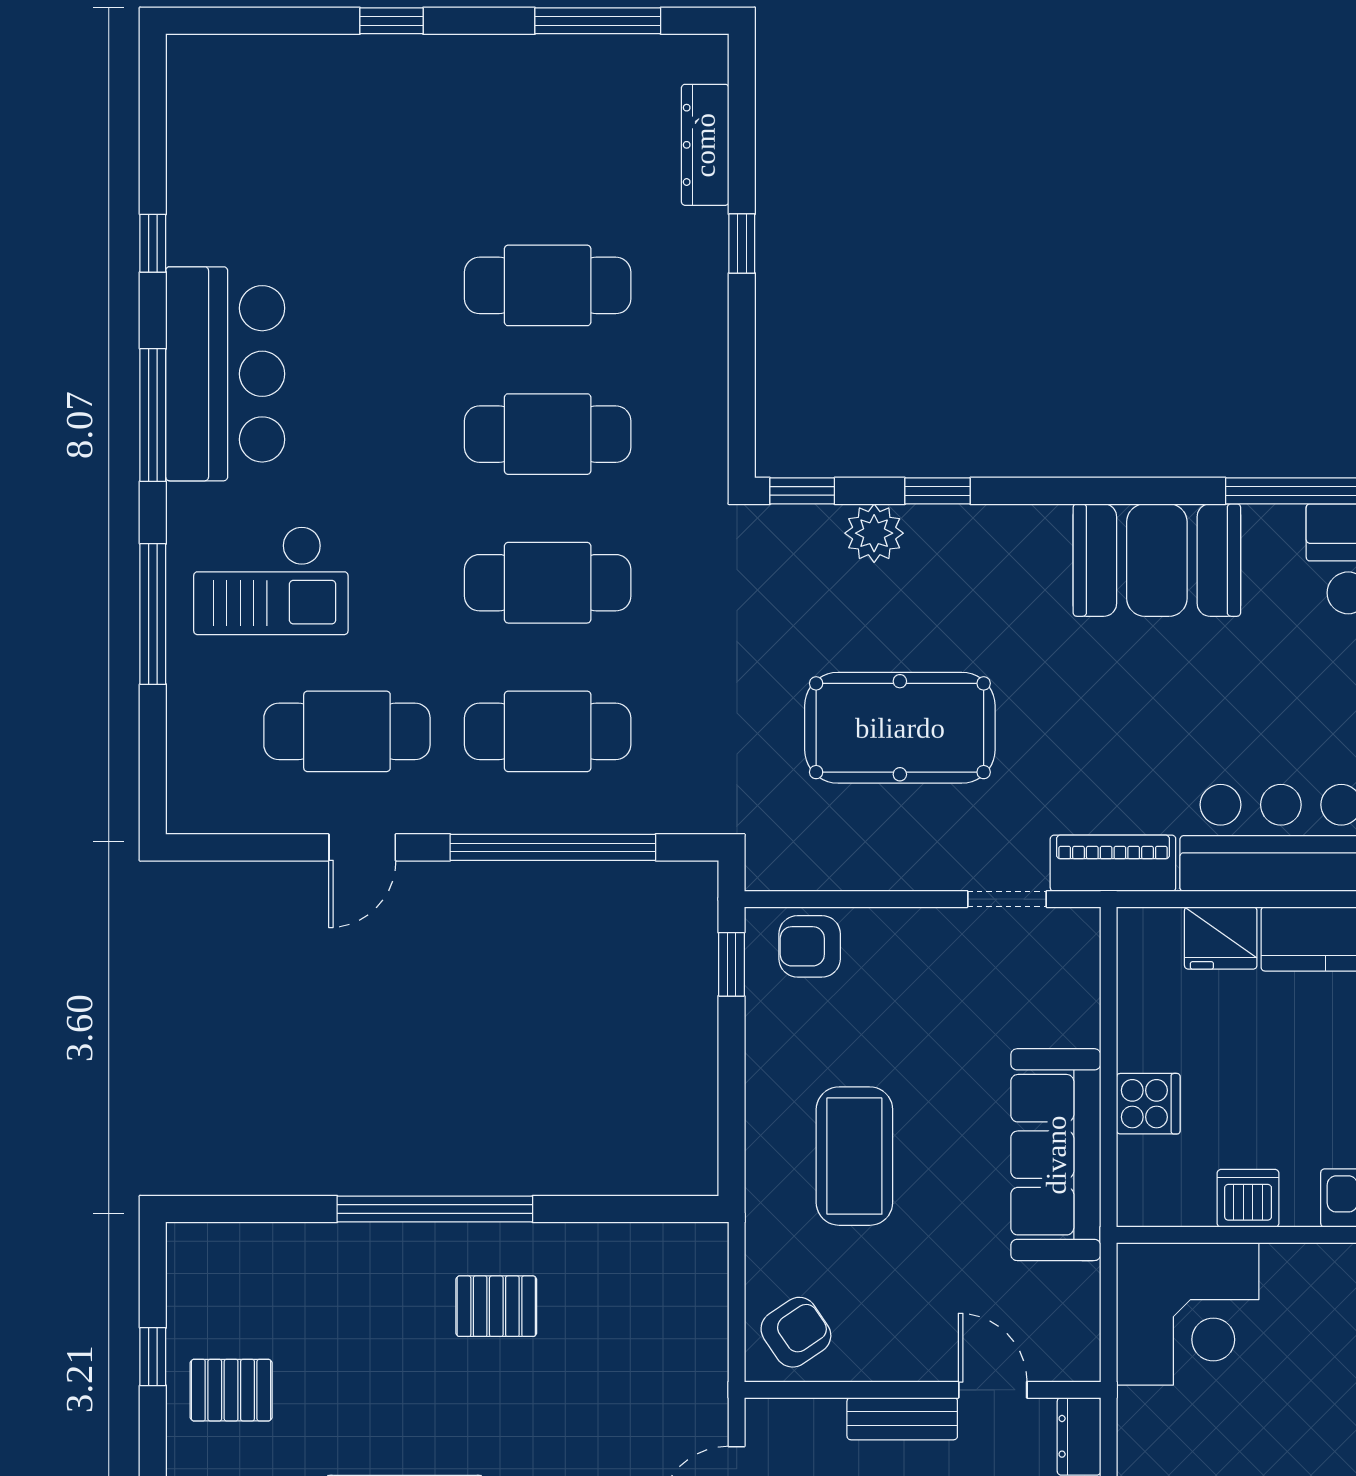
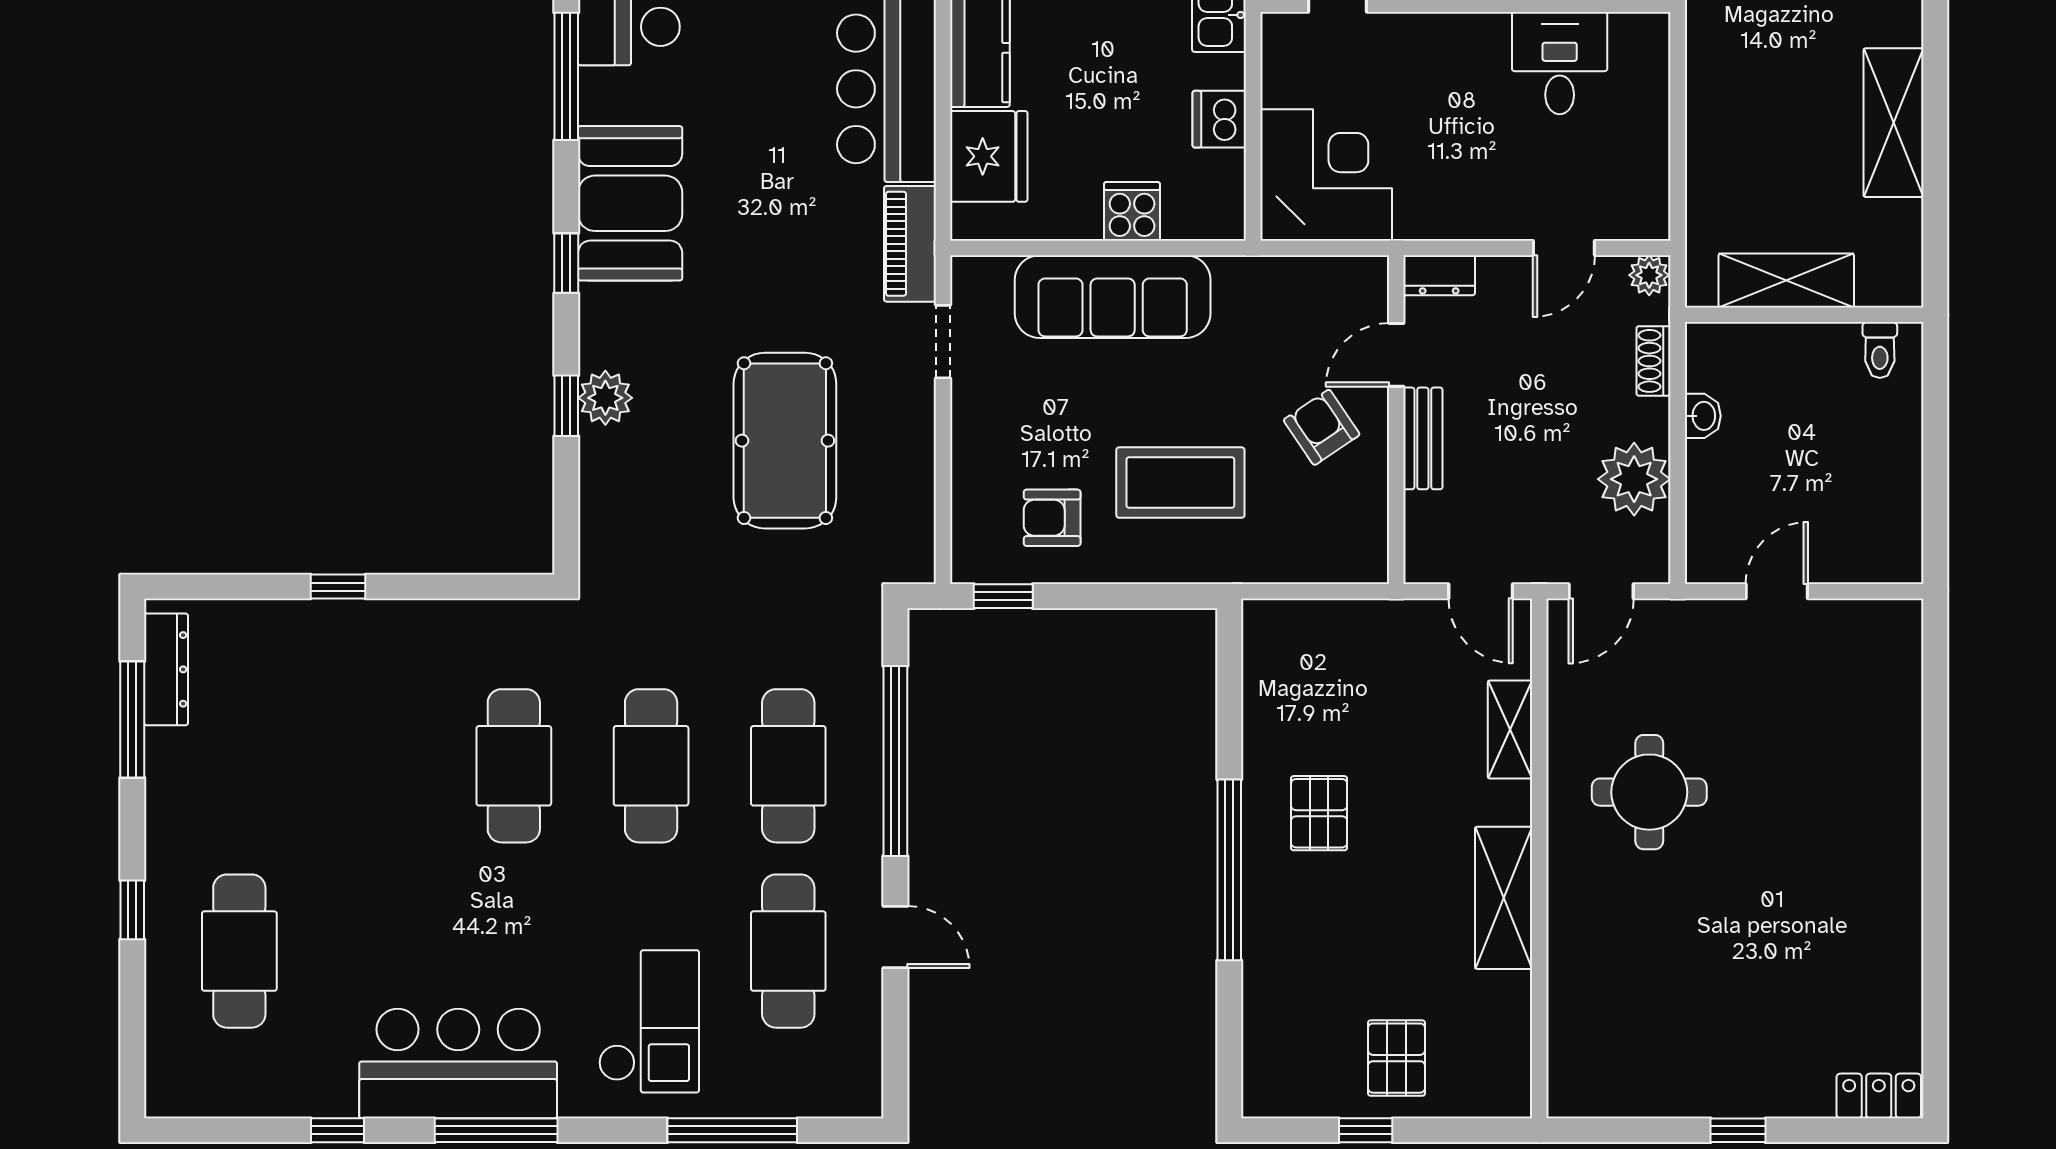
dresser: (705, 145) -> (166, 669), moved, turned -90
cafe table: (548, 285) -> (239, 951), moved
window: (802, 491) -> (566, 263), moved
plant: (874, 533) -> (605, 398), moved
window: (153, 614) -> (732, 1130), moved
fridge: (1221, 938) -> (989, 156), width x1.36, depth x1.34
armchair: (810, 946) -> (1052, 518), moved, turned 90
sofa: (1056, 1155) -> (1113, 297), moved
armchair: (796, 1332) -> (1322, 427), moved

